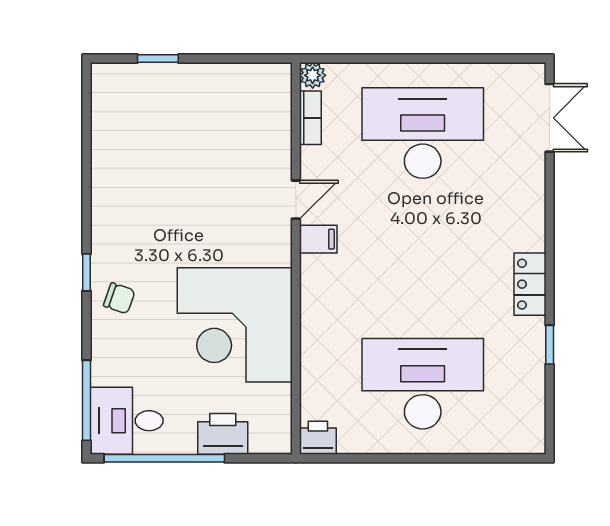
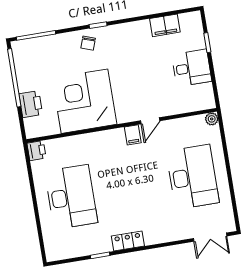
bookcase: (310, 118) -> (191, 121), removed
filing cabinet: (109, 138) -> (165, 25), added
door: (296, 200) -> (150, 121), hinge flipped
desk: (127, 421) -> (192, 68), moved, turned 90

